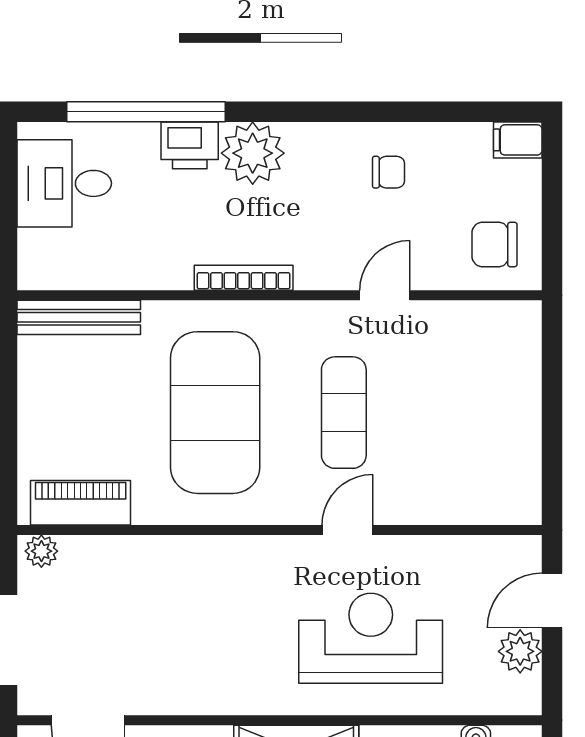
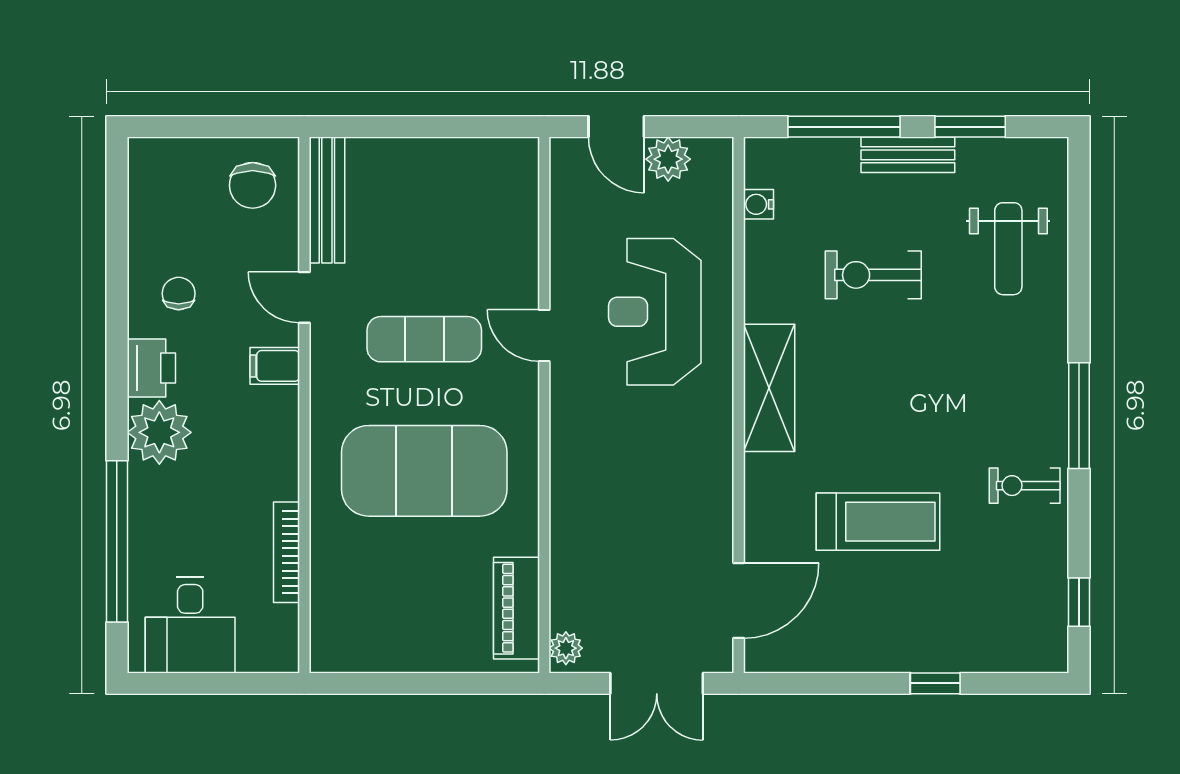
filing cabinet: (518, 140) -> (275, 366), moved, turned 90
printer: (190, 145) -> (151, 368), moved
bookcase: (244, 278) -> (286, 552), moved
bench: (79, 317) -> (327, 200), moved

